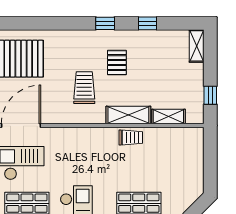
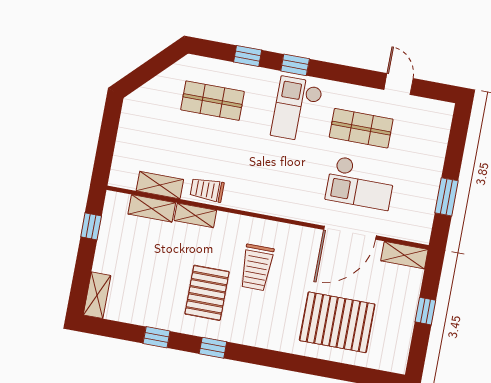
pallet: (117, 63) -> (207, 293), width x1.50, depth x1.42
shelving: (128, 115) -> (195, 215), width x0.67, depth x0.75
shelving: (166, 135) -> (160, 185), added

